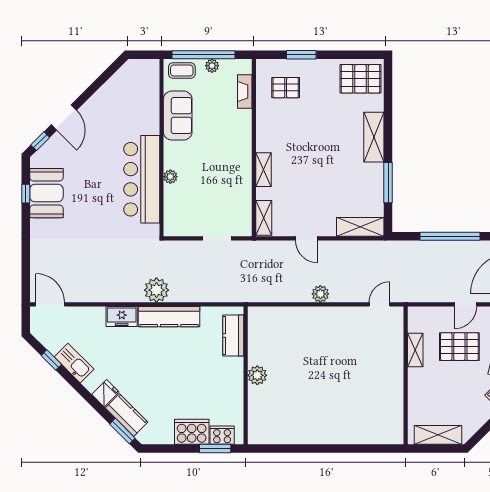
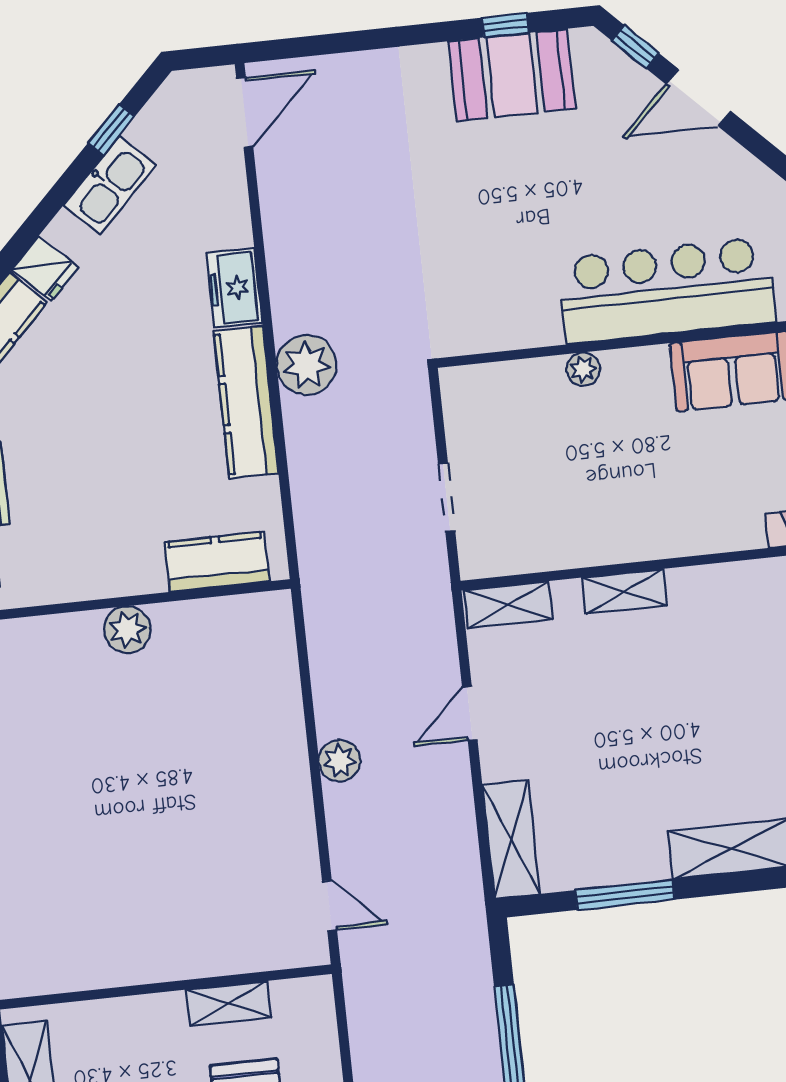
bar counter: (142, 179) -> (667, 290), moved

